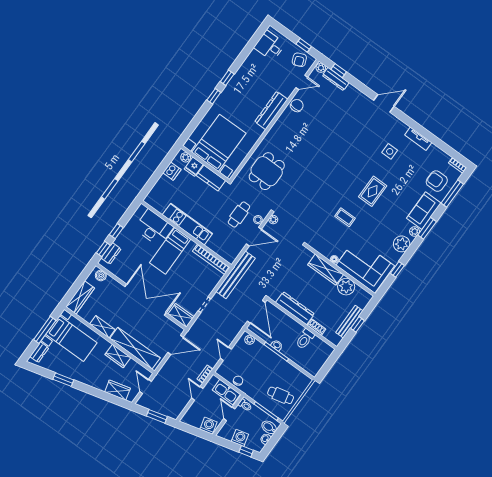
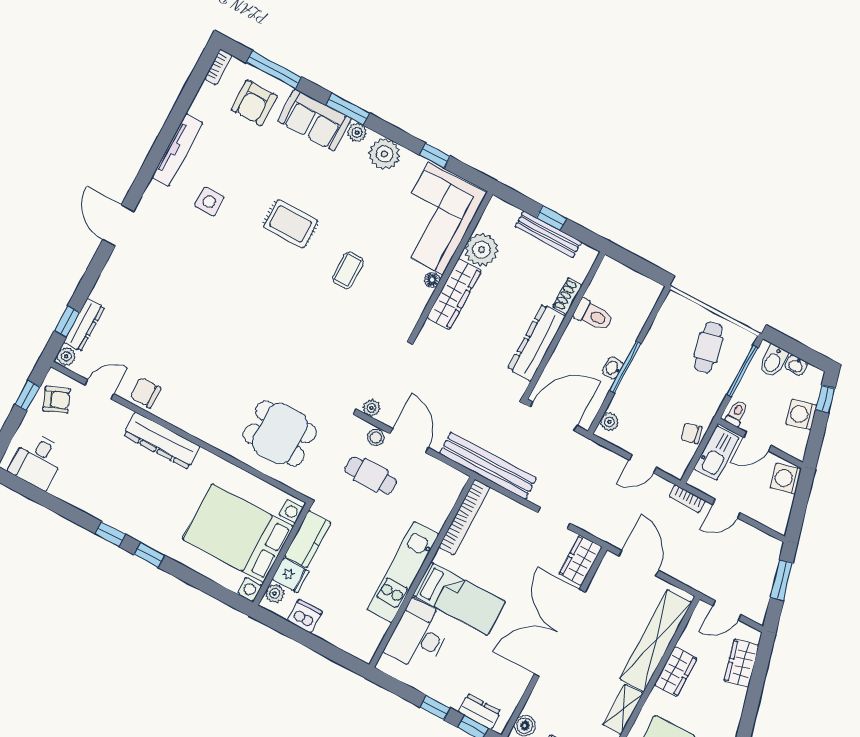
door: (302, 82) -> (100, 389), hinge flipped
tv unit: (418, 139) -> (177, 150), width x1.41

